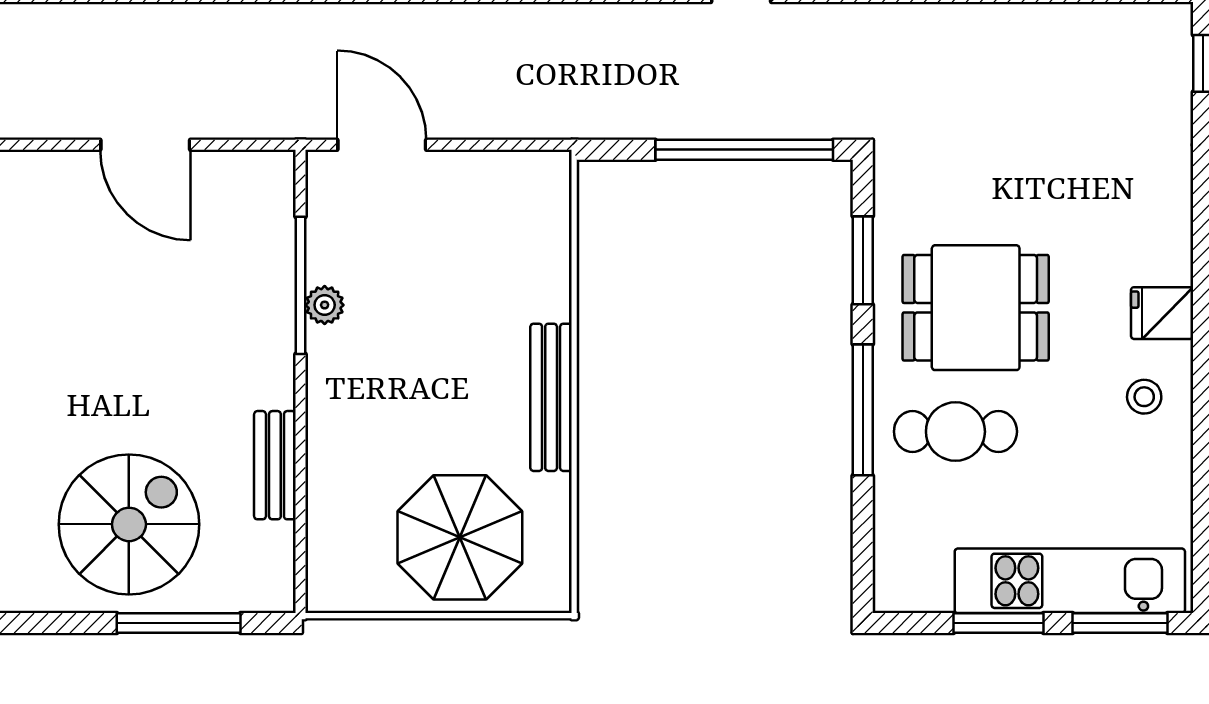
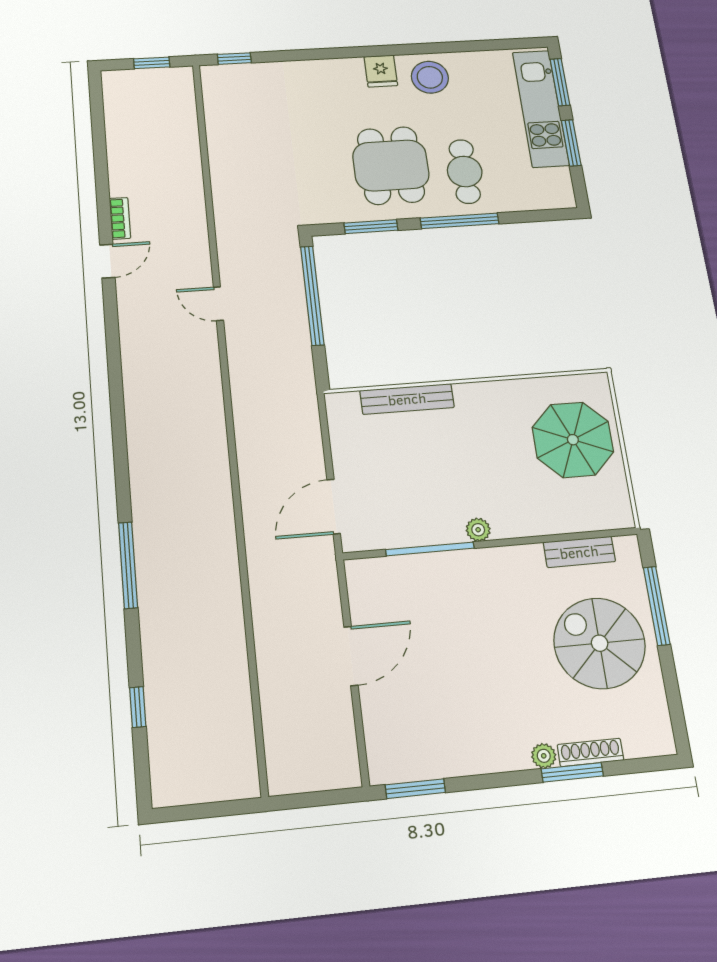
plant: (325, 305) -> (478, 530), moved
bench: (551, 397) -> (407, 399), moved
stool: (1144, 397) -> (430, 77), width x1.89, depth x1.89
bench: (275, 465) -> (579, 552), moved

